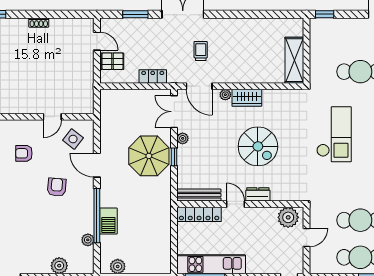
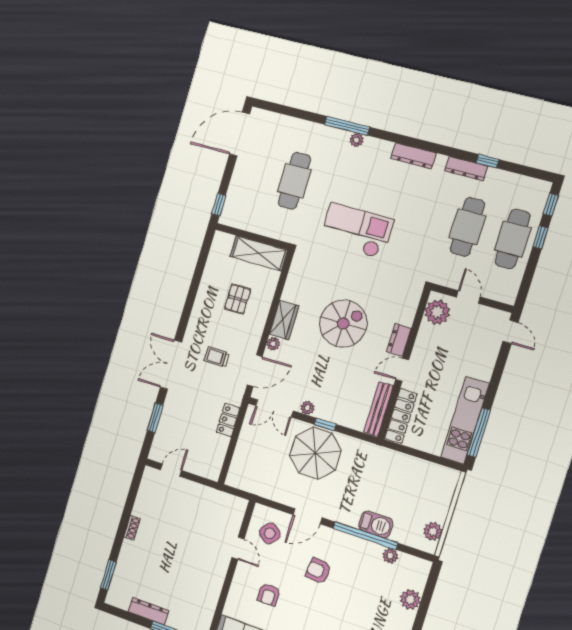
pallet: (113, 61) -> (238, 299), moved

